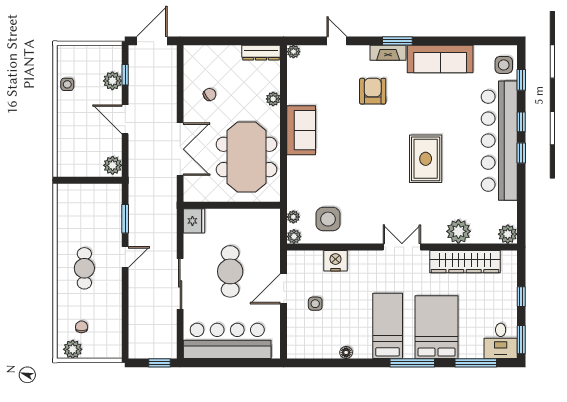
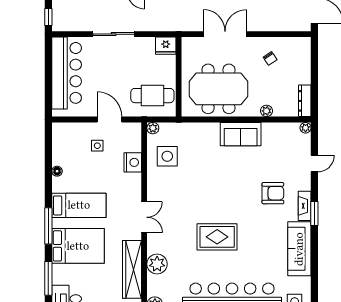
double door: (180, 149) -> (225, 34), swing flipped
plant: (293, 217) -> (169, 128), removed
cafe table: (230, 271) -> (152, 96), moved

